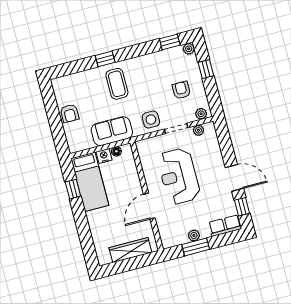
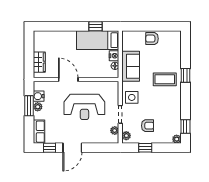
window: (206, 69) -> (145, 148), moved
reception desk: (179, 176) -> (84, 107), turned 180
water cooler: (180, 238) -> (39, 96), added
wardrobe: (130, 250) -> (39, 62), width x0.67

